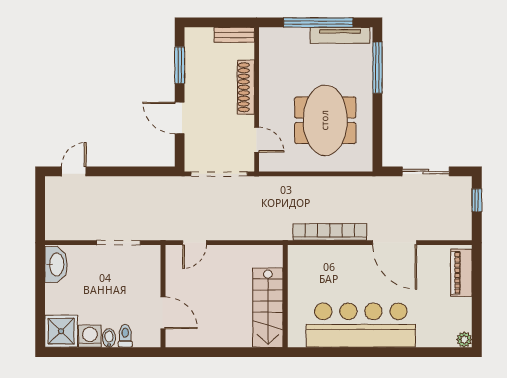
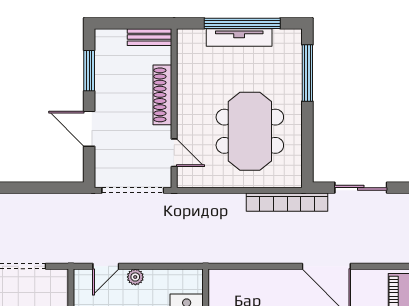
tv unit: (340, 35) -> (239, 38), moved
bookcase: (330, 232) -> (287, 202), moved, turned 180
plant: (221, 252) -> (135, 277), added

